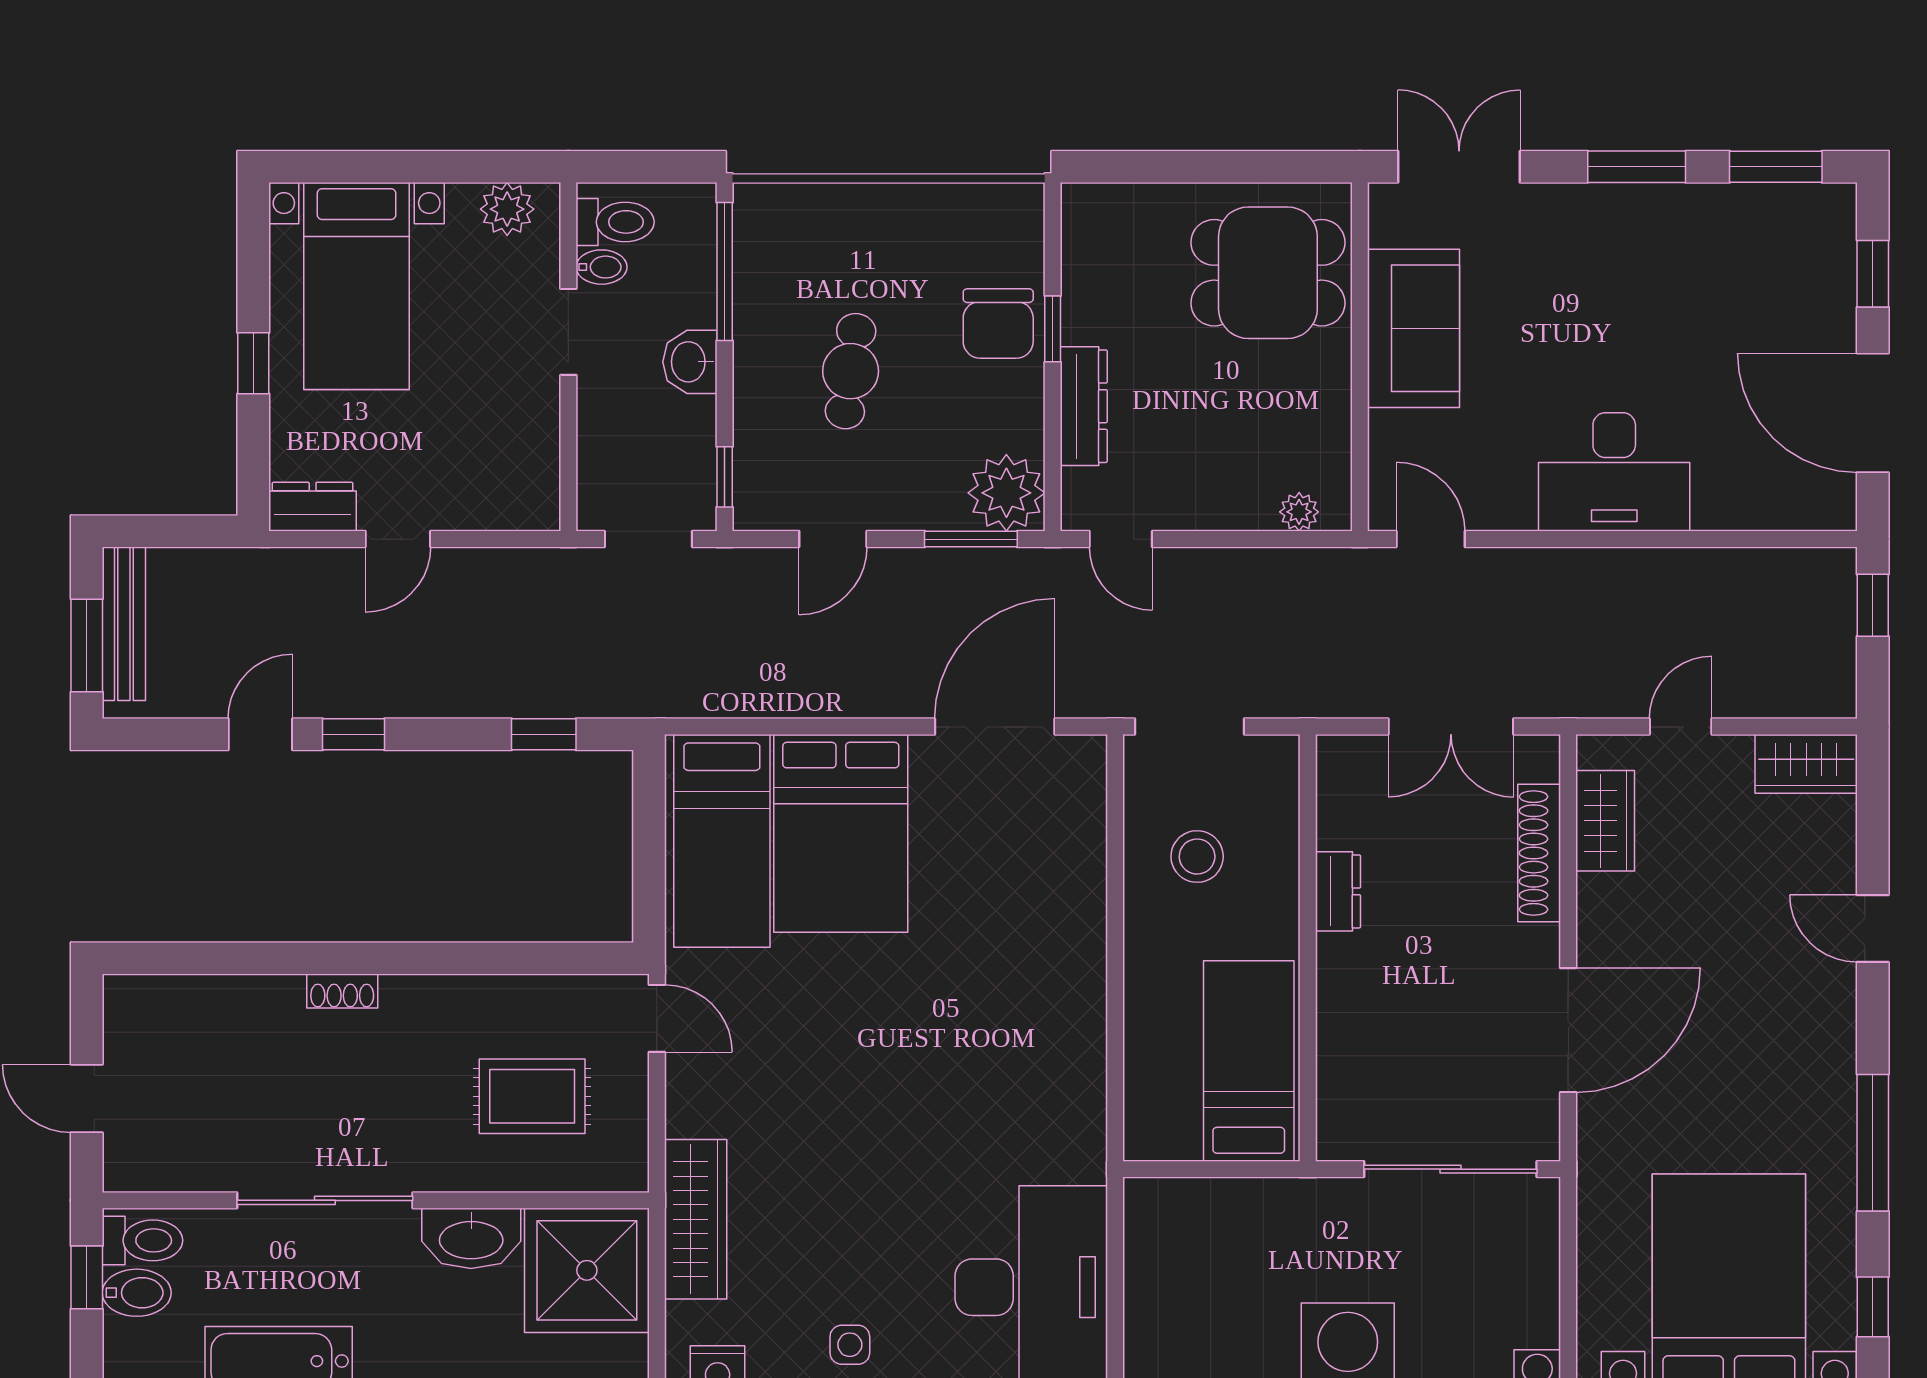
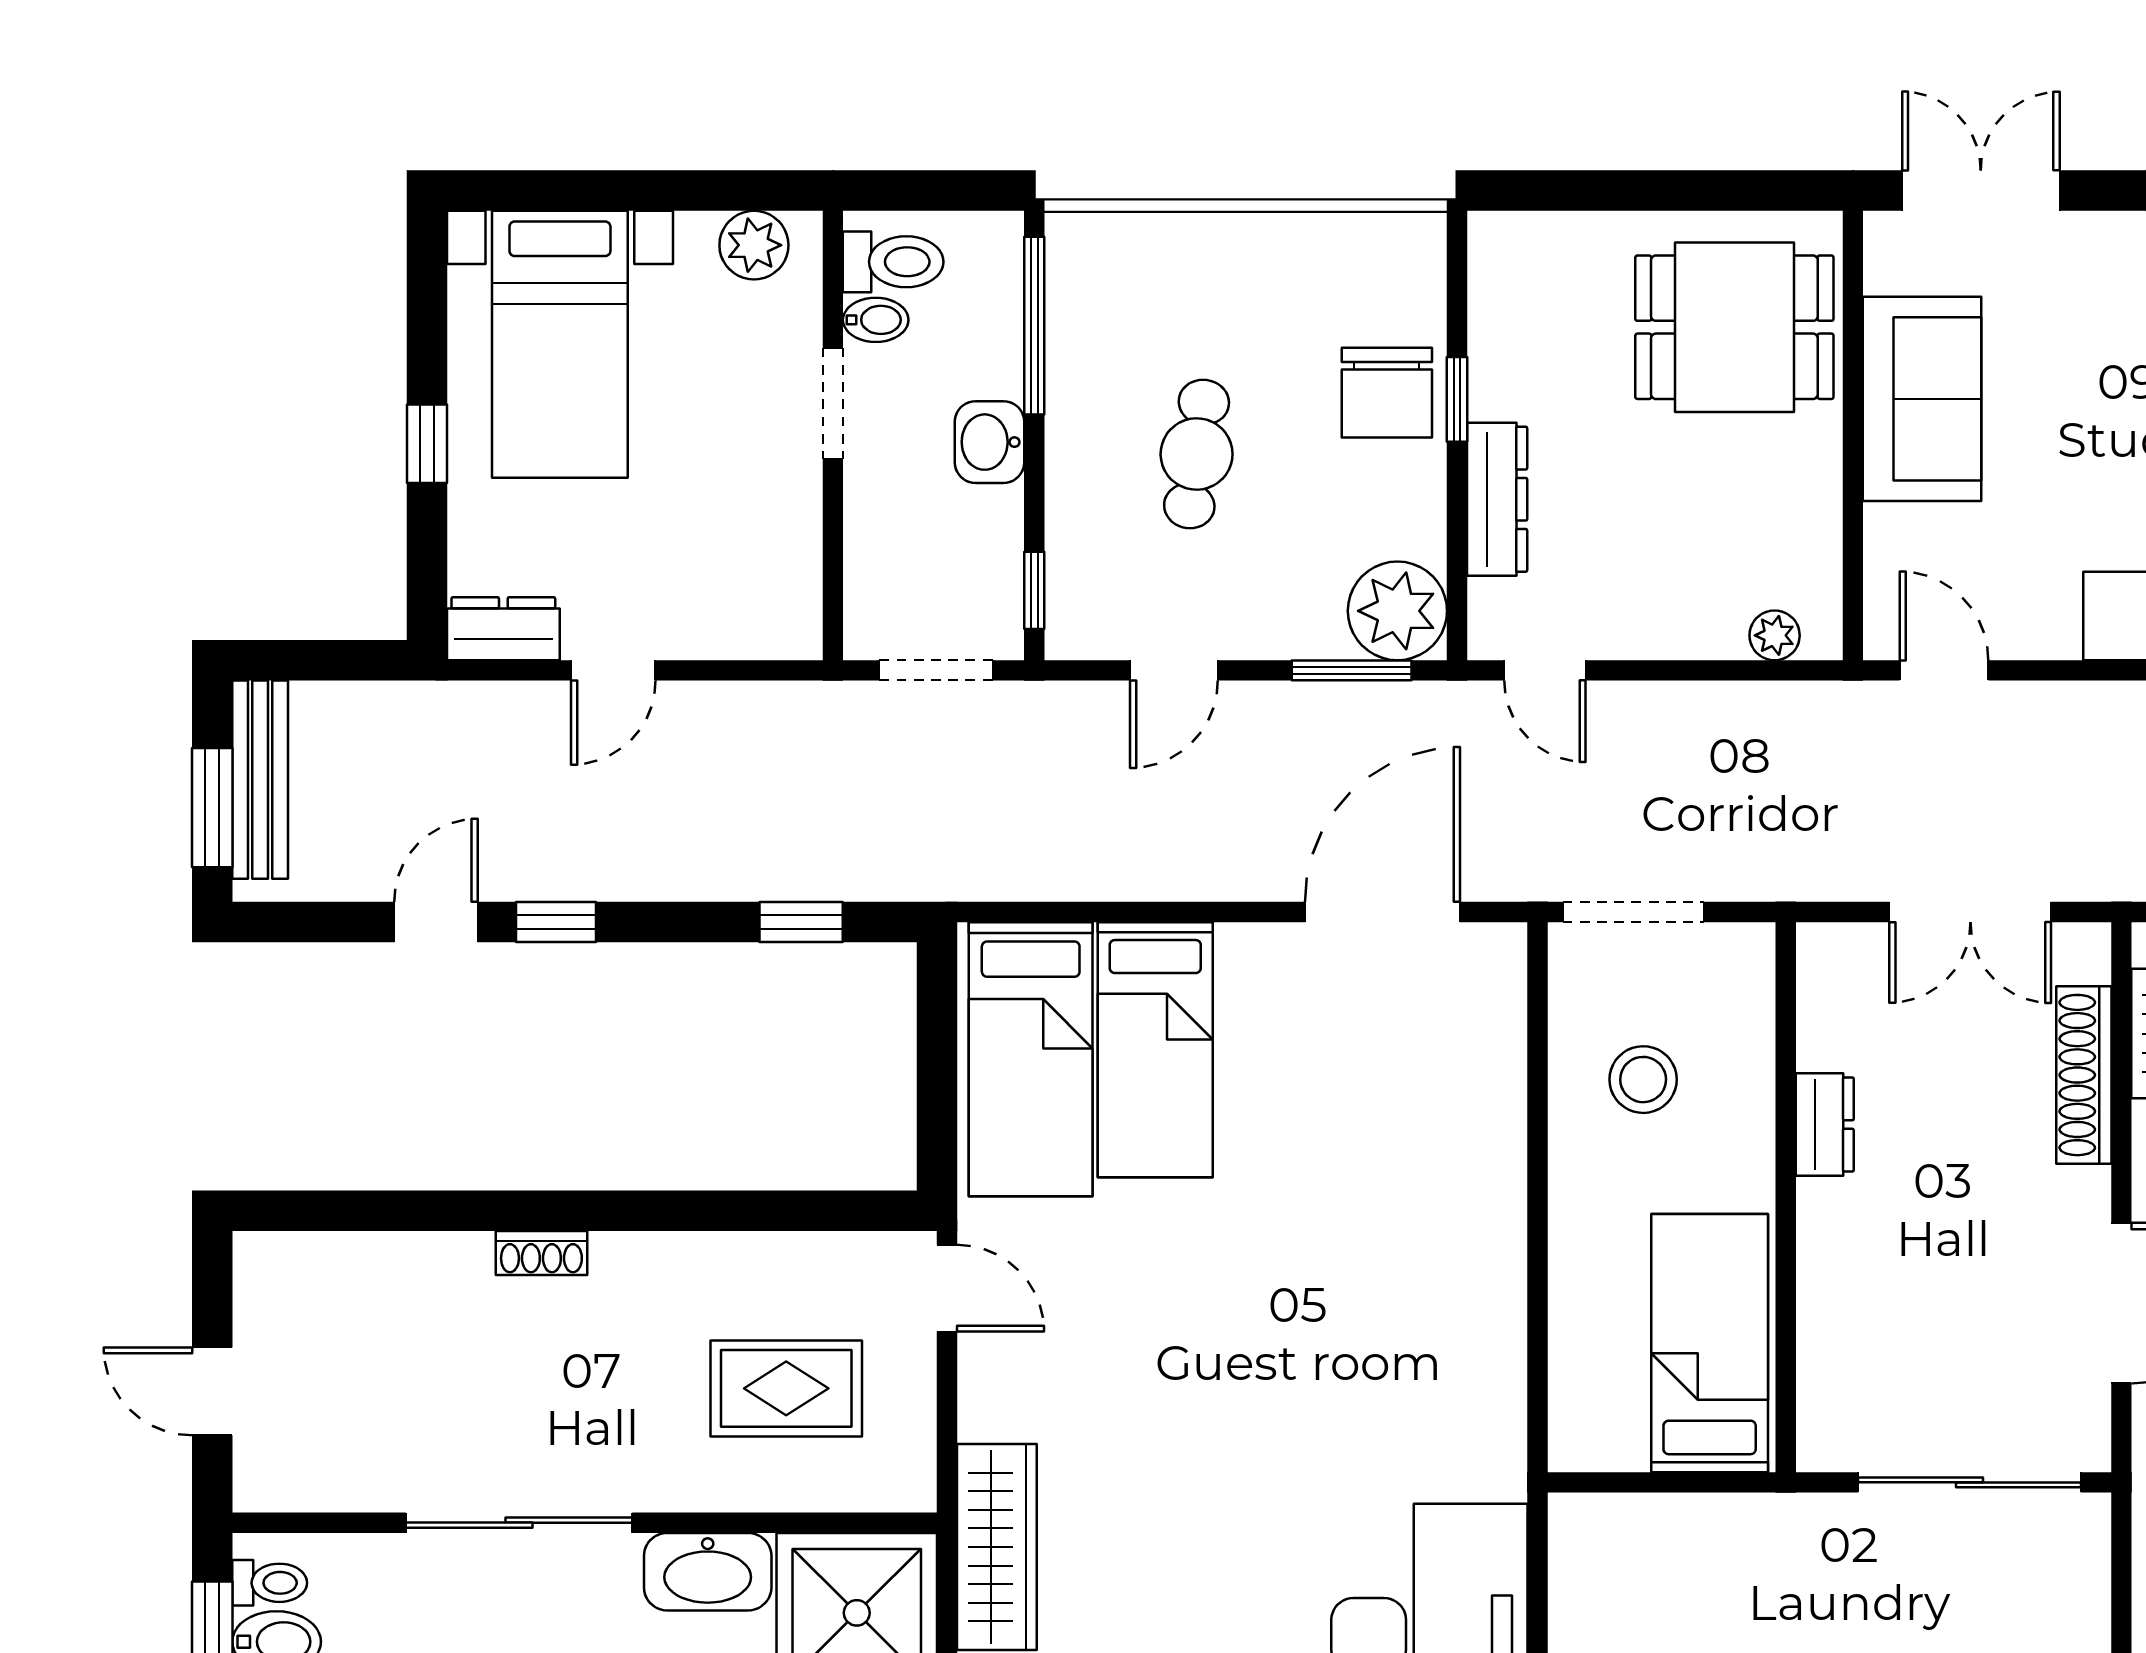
bed: (841, 833) -> (1155, 1050), width x0.67
toilet: (142, 1240) -> (270, 1583), width x0.73, depth x0.72

